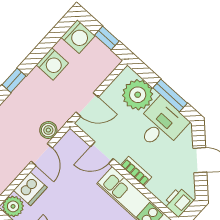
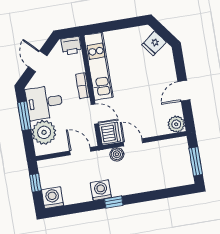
washing machine: (52, 64) -> (101, 190), moved
door: (42, 155) -> (133, 142), hinge flipped
dishwasher: (30, 189) -> (110, 133), moved, turned 90

